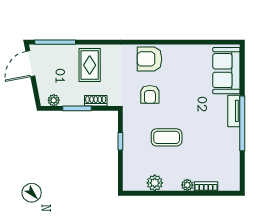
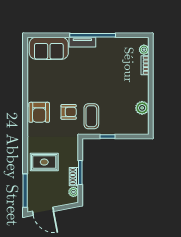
shoe rack: (96, 101) -> (74, 177), moved
coffee table: (167, 137) -> (91, 116), moved
plant: (187, 185) -> (144, 50), moved

